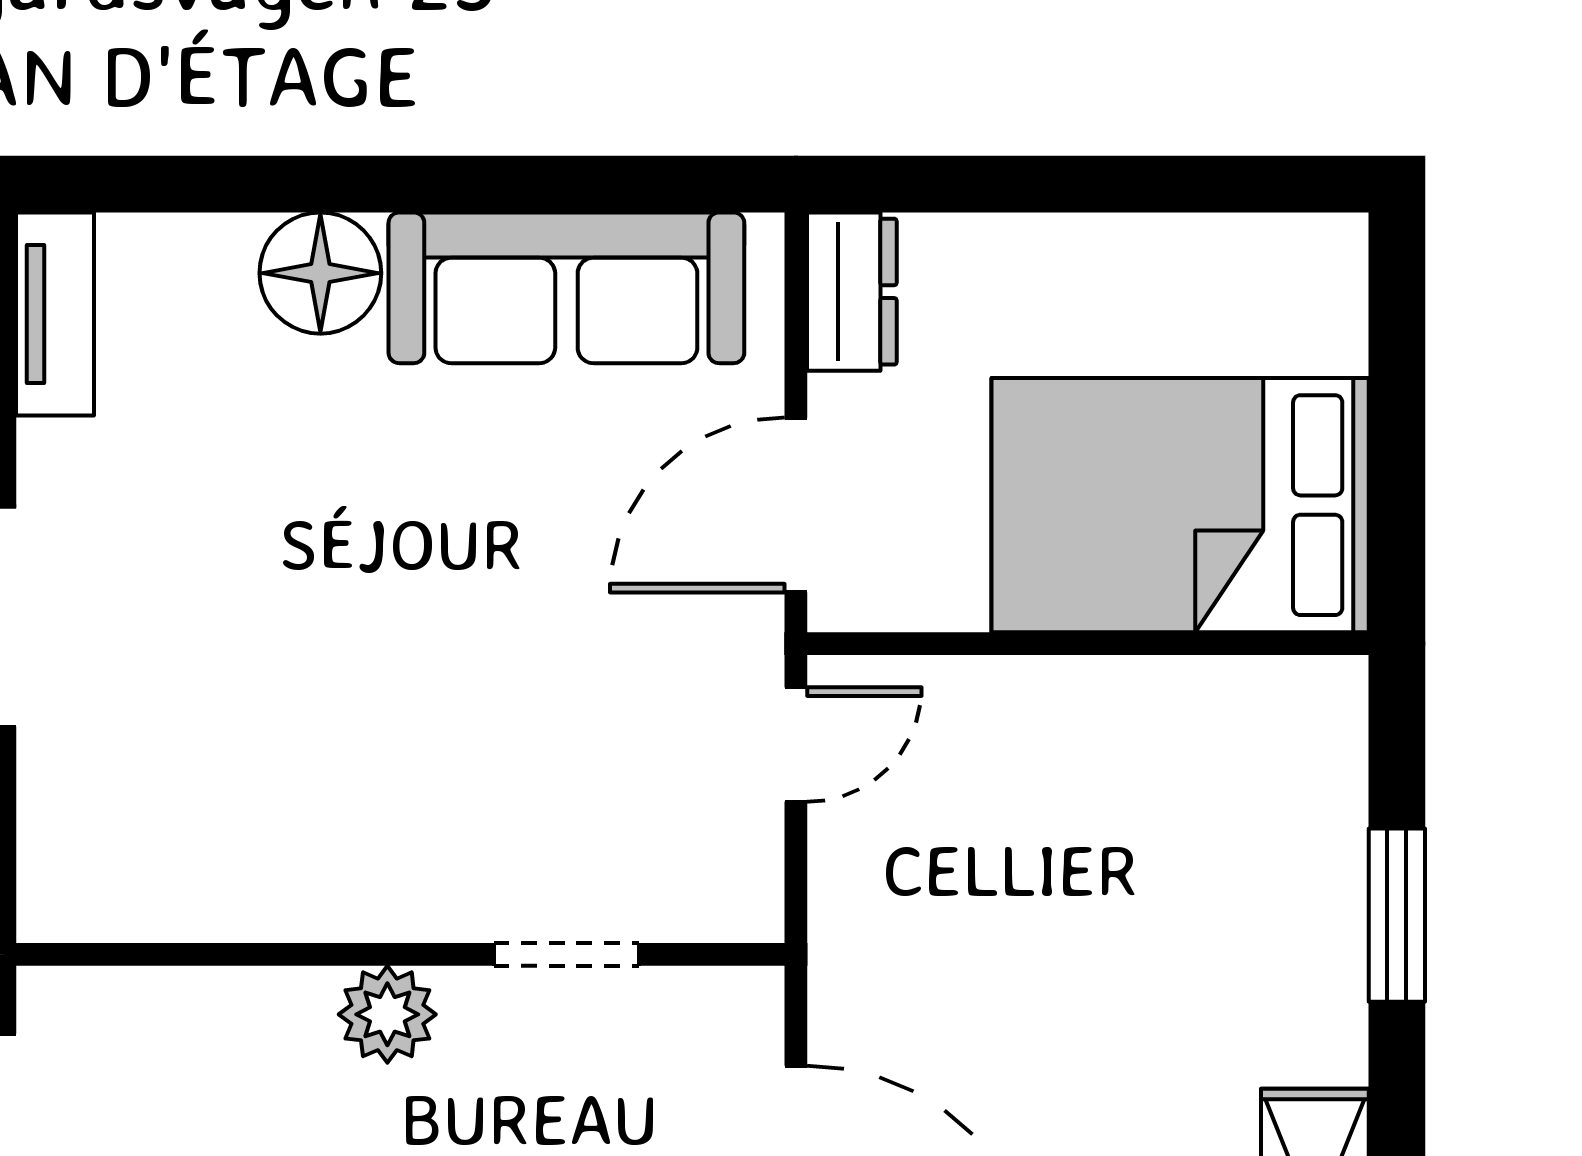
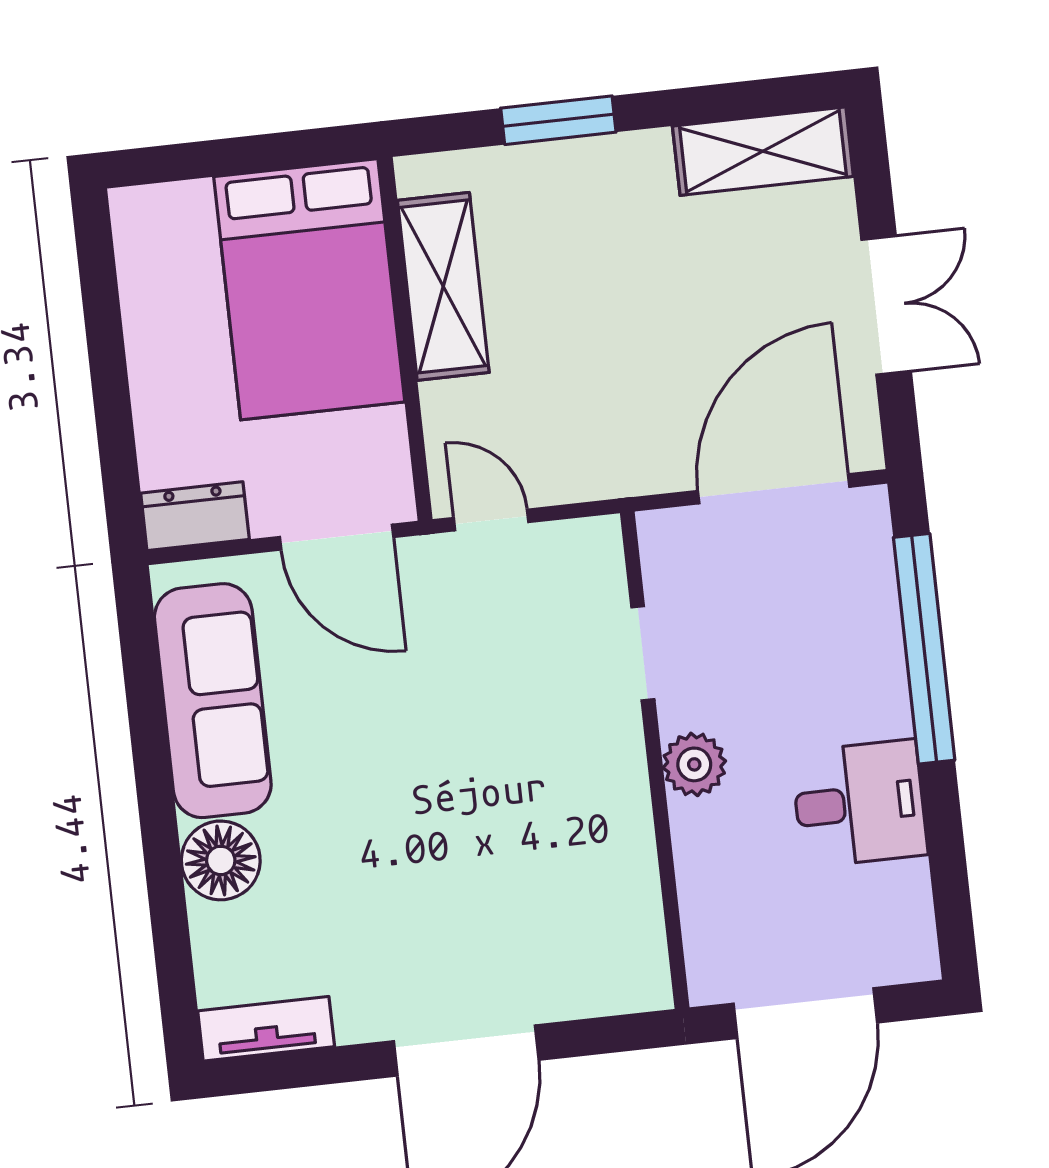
shelving: (1162, 711) -> (443, 286), added

